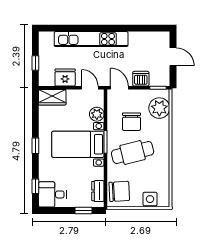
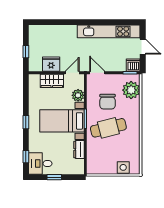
kitchen unit: (91, 39) -> (109, 31), moved
dishwasher: (141, 79) -> (133, 65), moved
door: (90, 88) -> (72, 73), hinge flipped
wardrobe: (52, 97) -> (52, 81), moved
dresser: (98, 191) -> (79, 150), moved
chair: (119, 191) -> (97, 161), removed
window: (83, 210) -> (54, 177), moved

